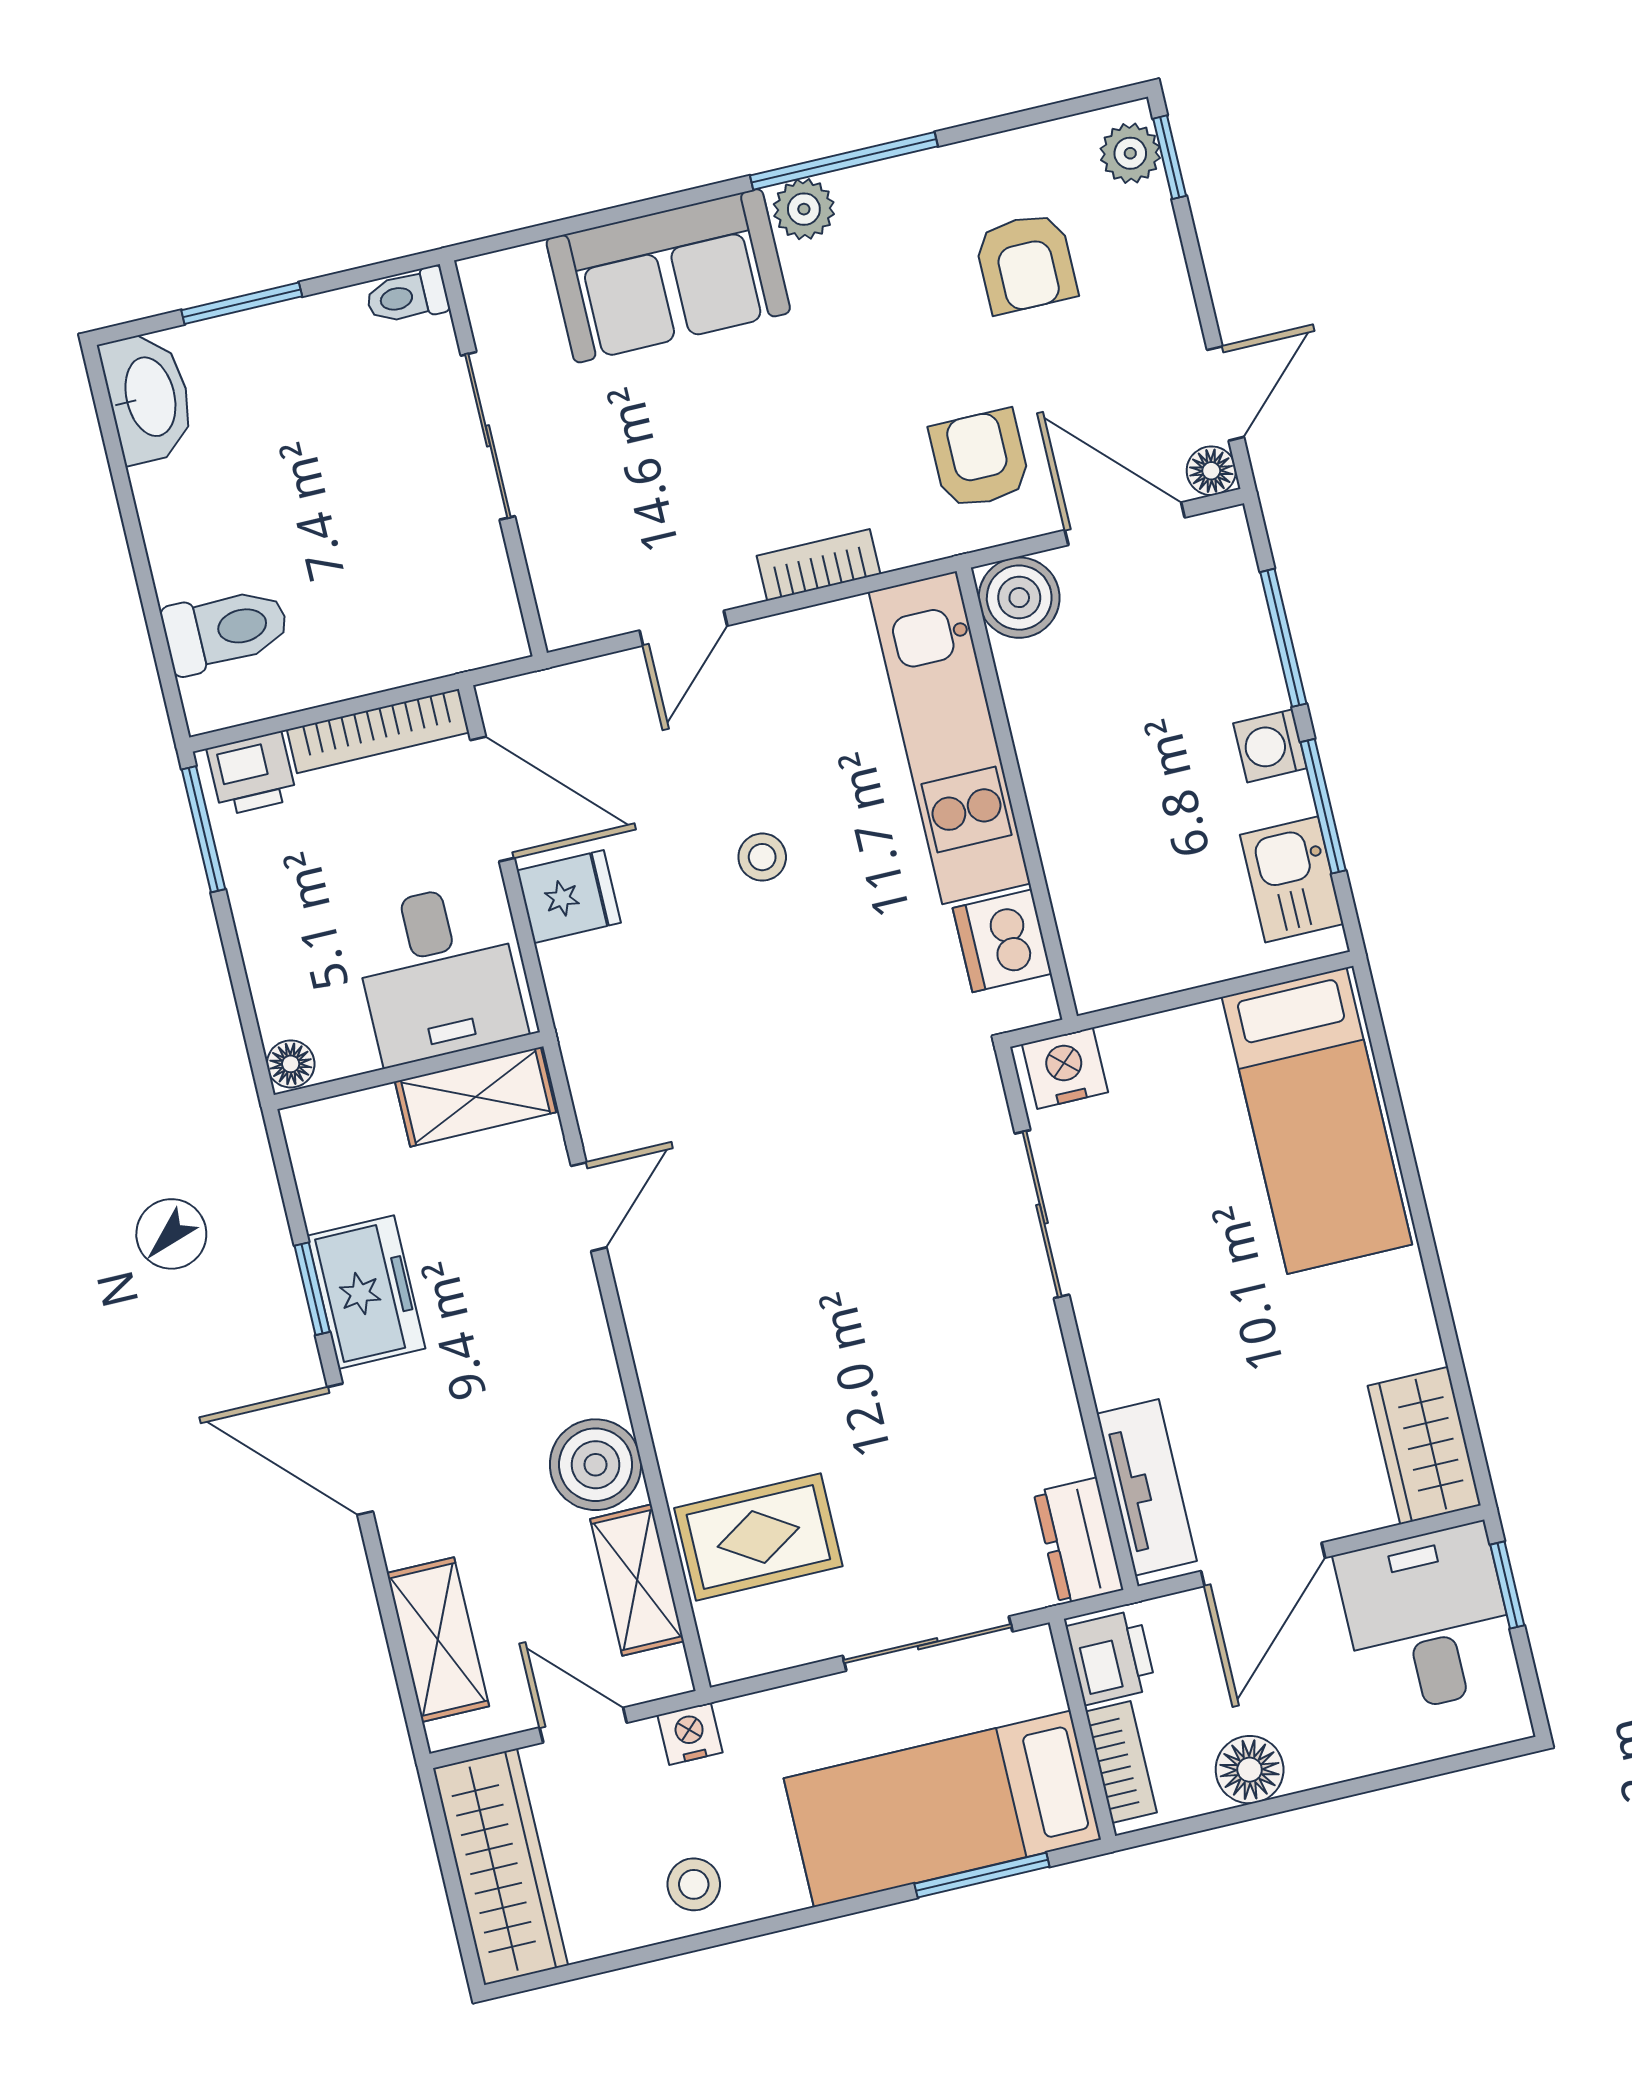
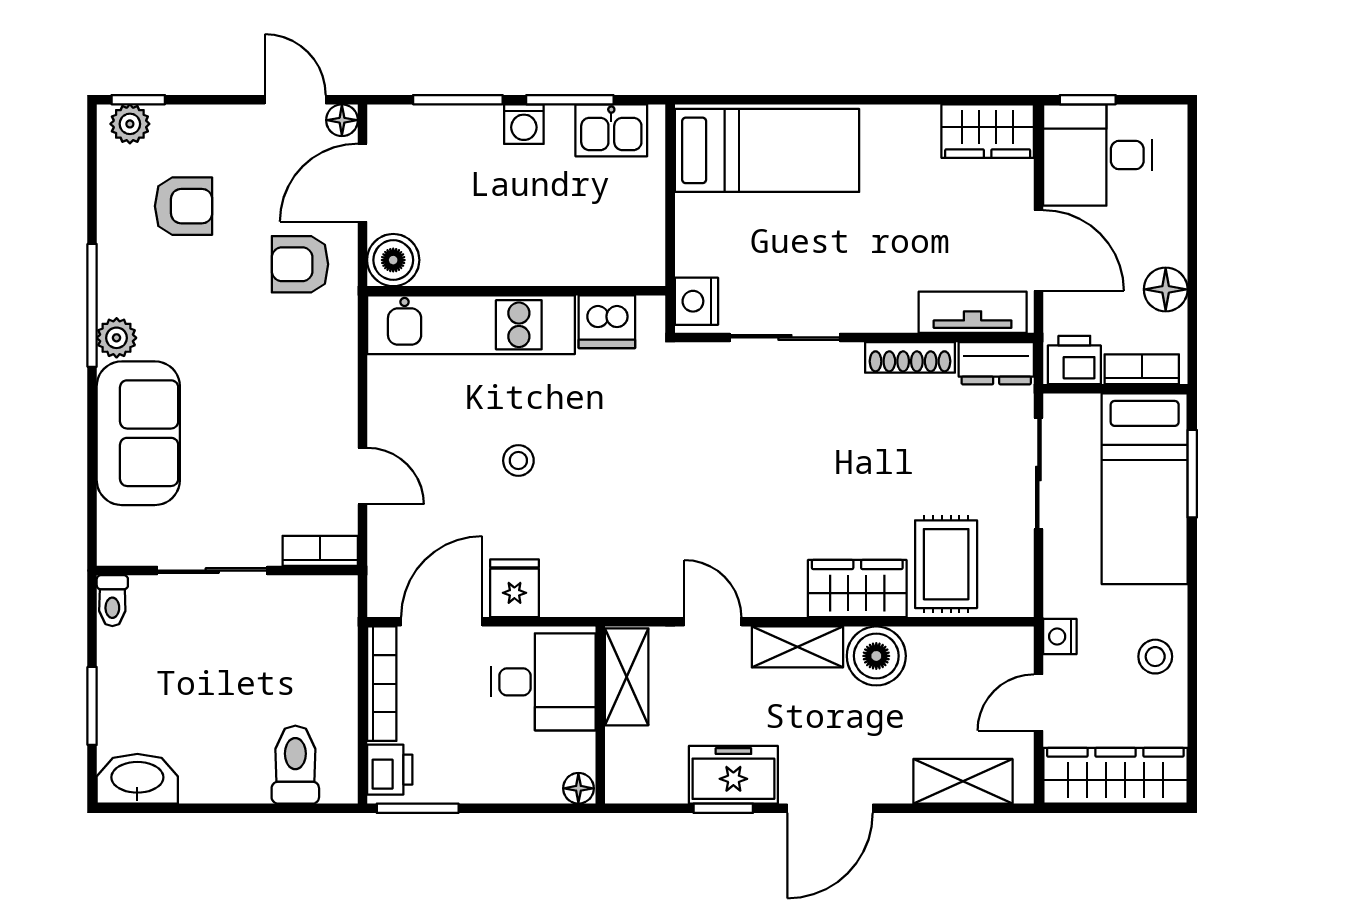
bookcase: (818, 565) -> (320, 551), moved, turned 90
shoe rack: (1057, 1409) -> (910, 357), added
wardrobe: (690, 1412) -> (857, 589), added
shelving: (637, 1580) -> (797, 647), moved

